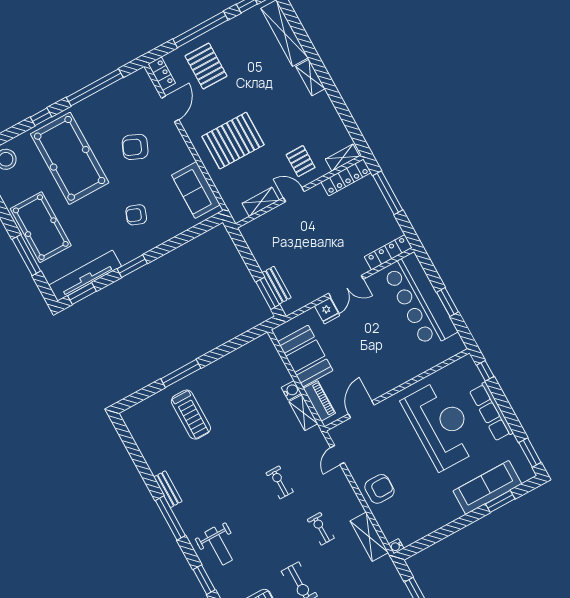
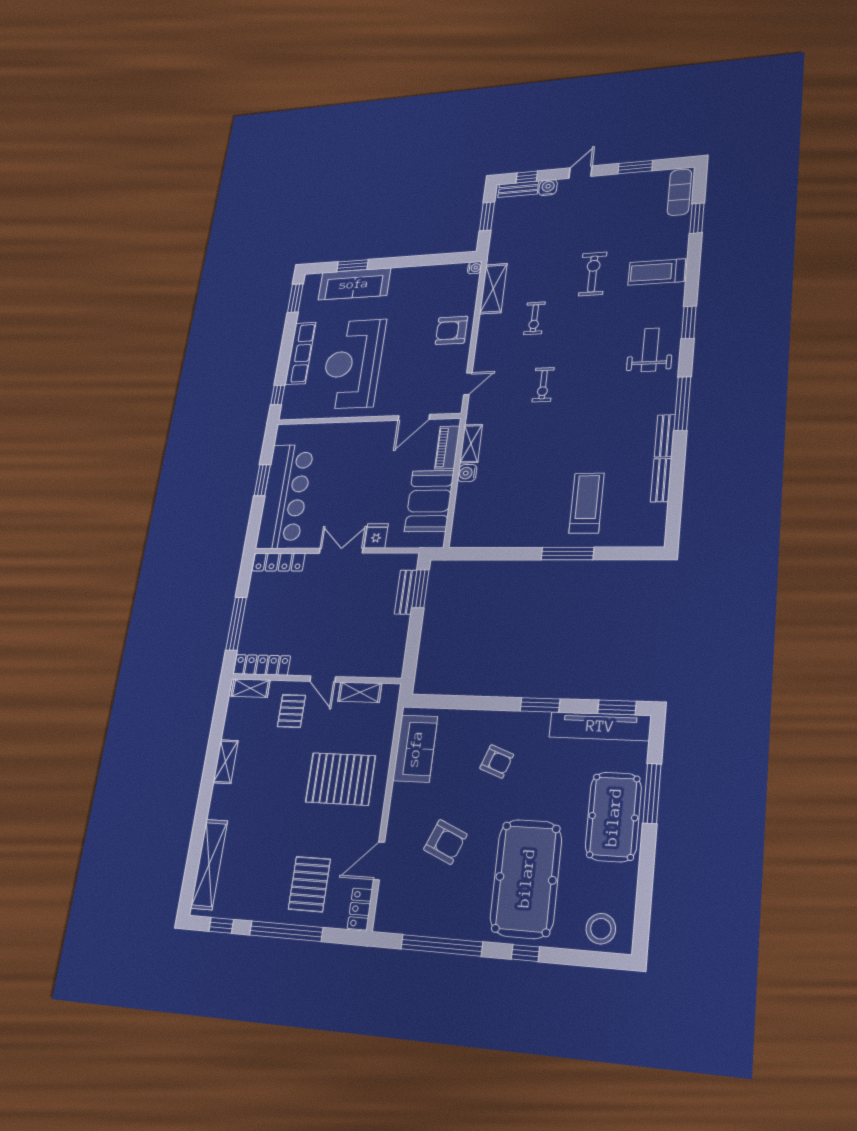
shelving: (310, 78) -> (226, 762), moved
bench: (150, 457) -> (661, 480), added

